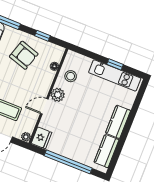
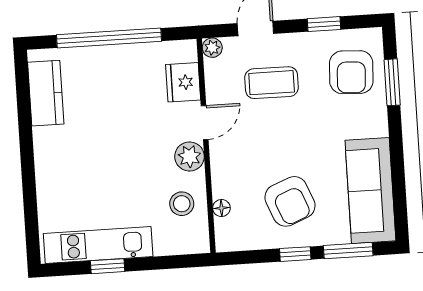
window: (42, 36) -> (295, 254), moved
armchair: (24, 55) -> (290, 201), turned -130
kitchen counter: (118, 122) -> (50, 159), removed
fridge: (41, 138) -> (183, 82), moved

